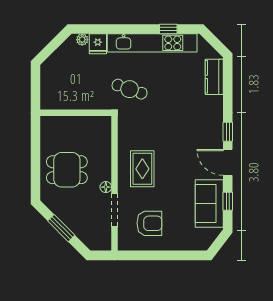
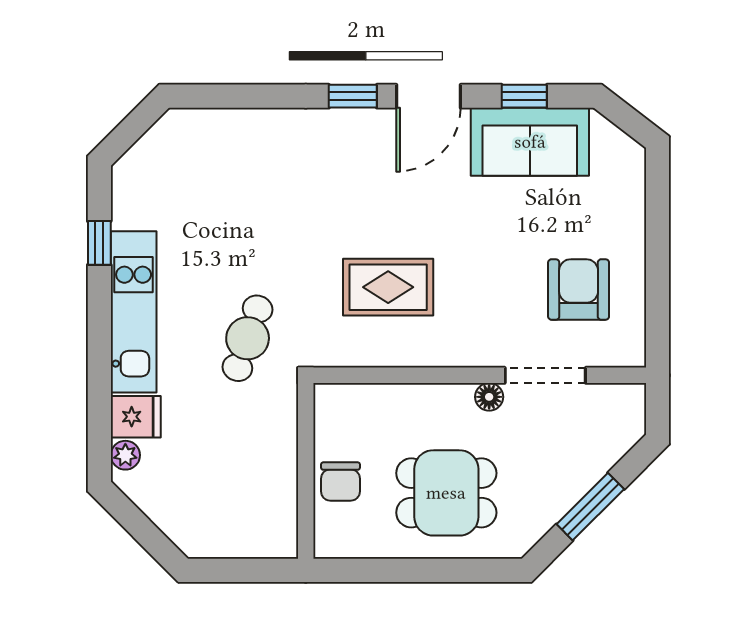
kitchen unit: (152, 43) -> (134, 312), width x0.73
kitchen counter: (214, 77) -> (217, 130), removed
chair: (71, 127) -> (340, 482), added
rug: (142, 169) -> (388, 287), moved
dining table: (67, 170) -> (446, 493), turned 90

